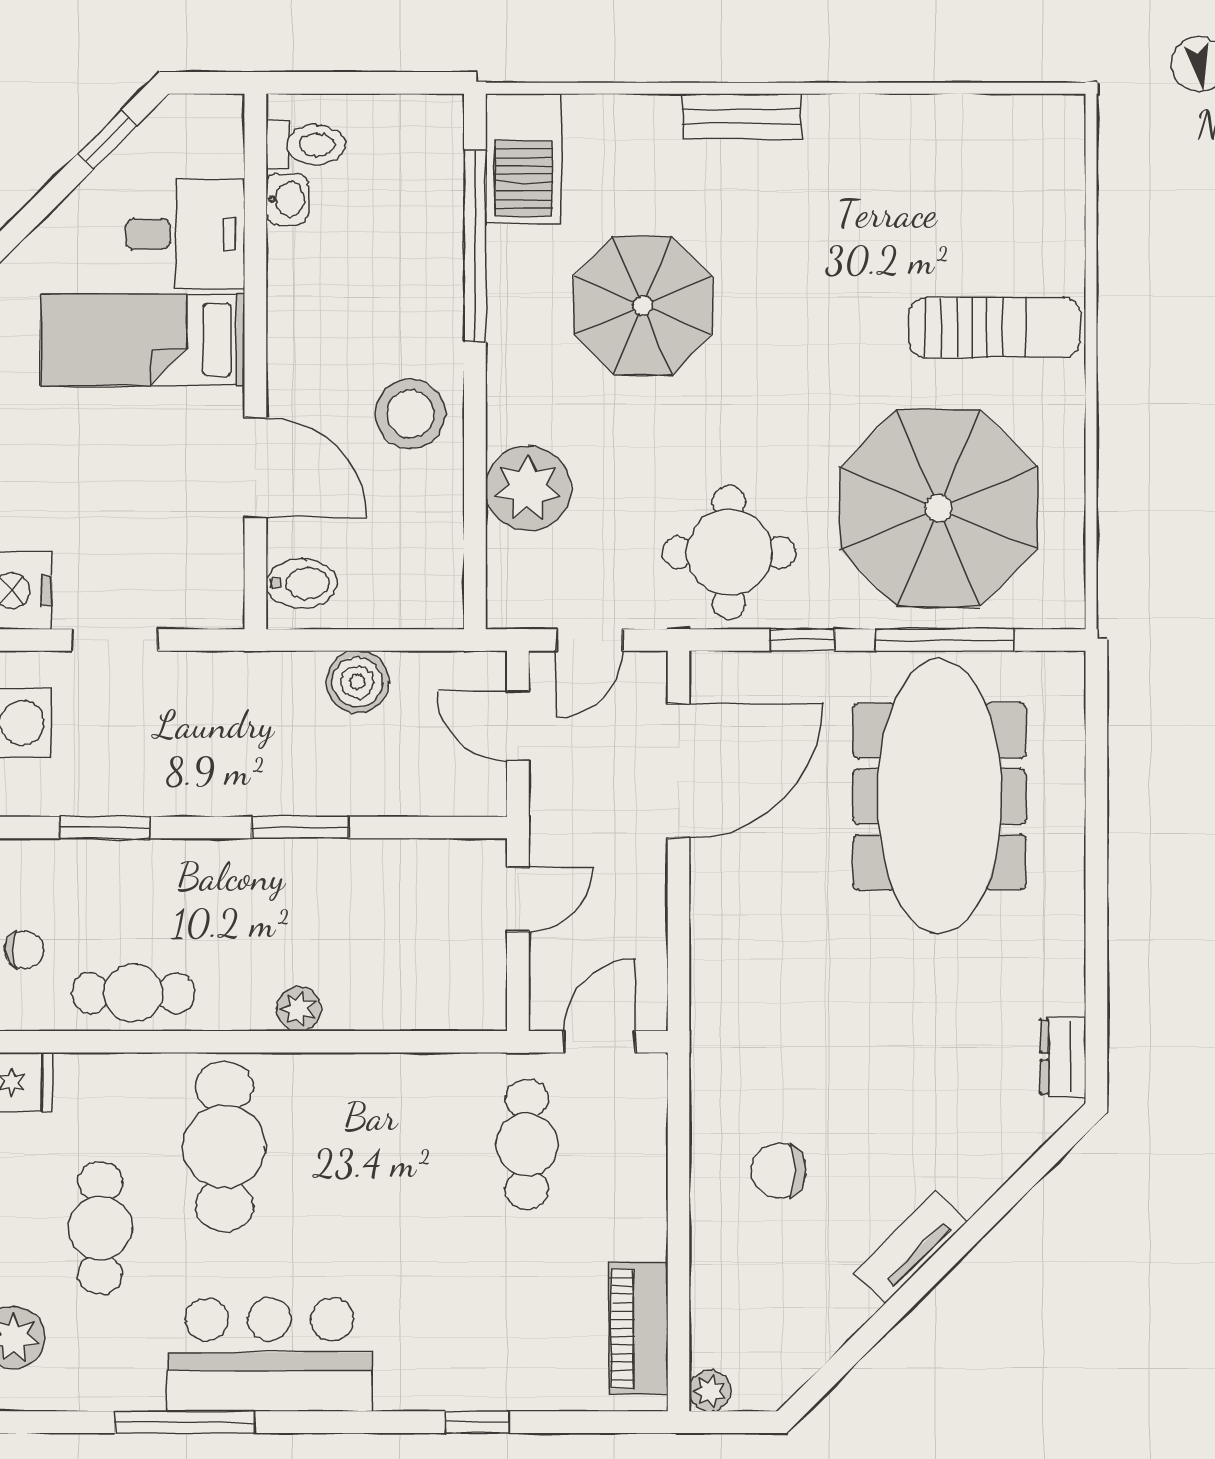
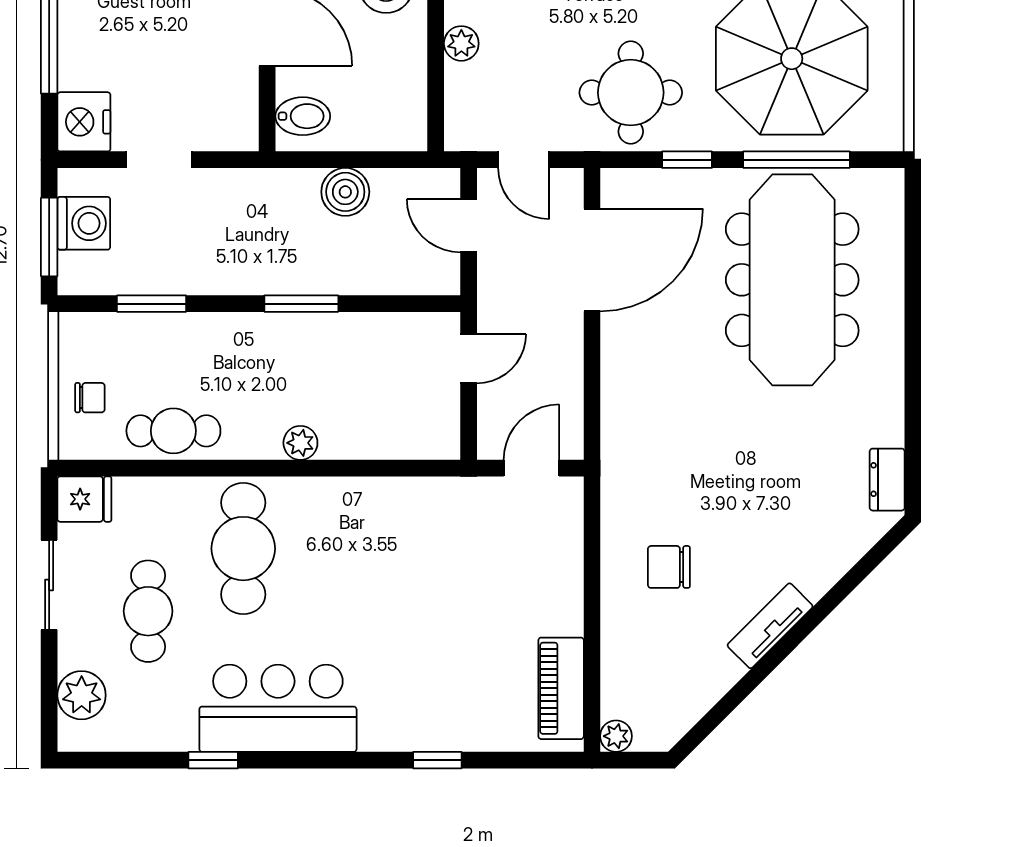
plant: (528, 489) -> (461, 43), width x0.53, depth x0.53
door: (590, 640) -> (524, 160), hinge flipped
cafe table: (527, 1144) -> (476, 547), removed
window: (185, 1422) -> (213, 760), width x0.46

